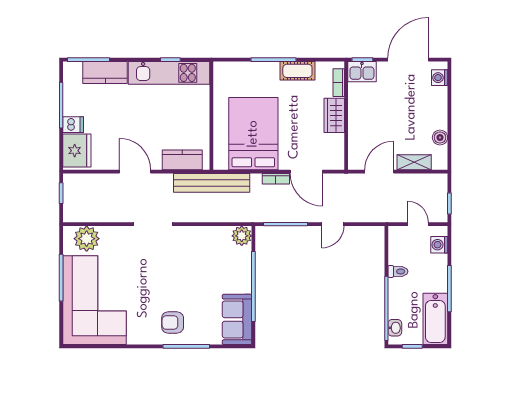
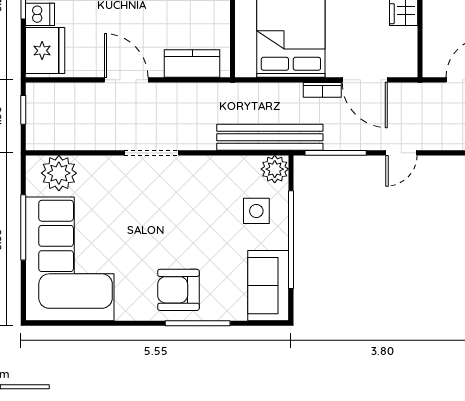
bench: (212, 183) -> (270, 137), moved
side table: (229, 266) -> (256, 211), added
armchair: (173, 322) -> (178, 290), width x1.38, depth x1.38

